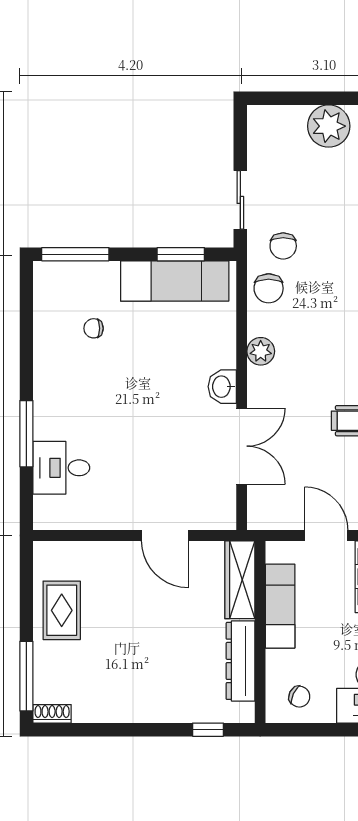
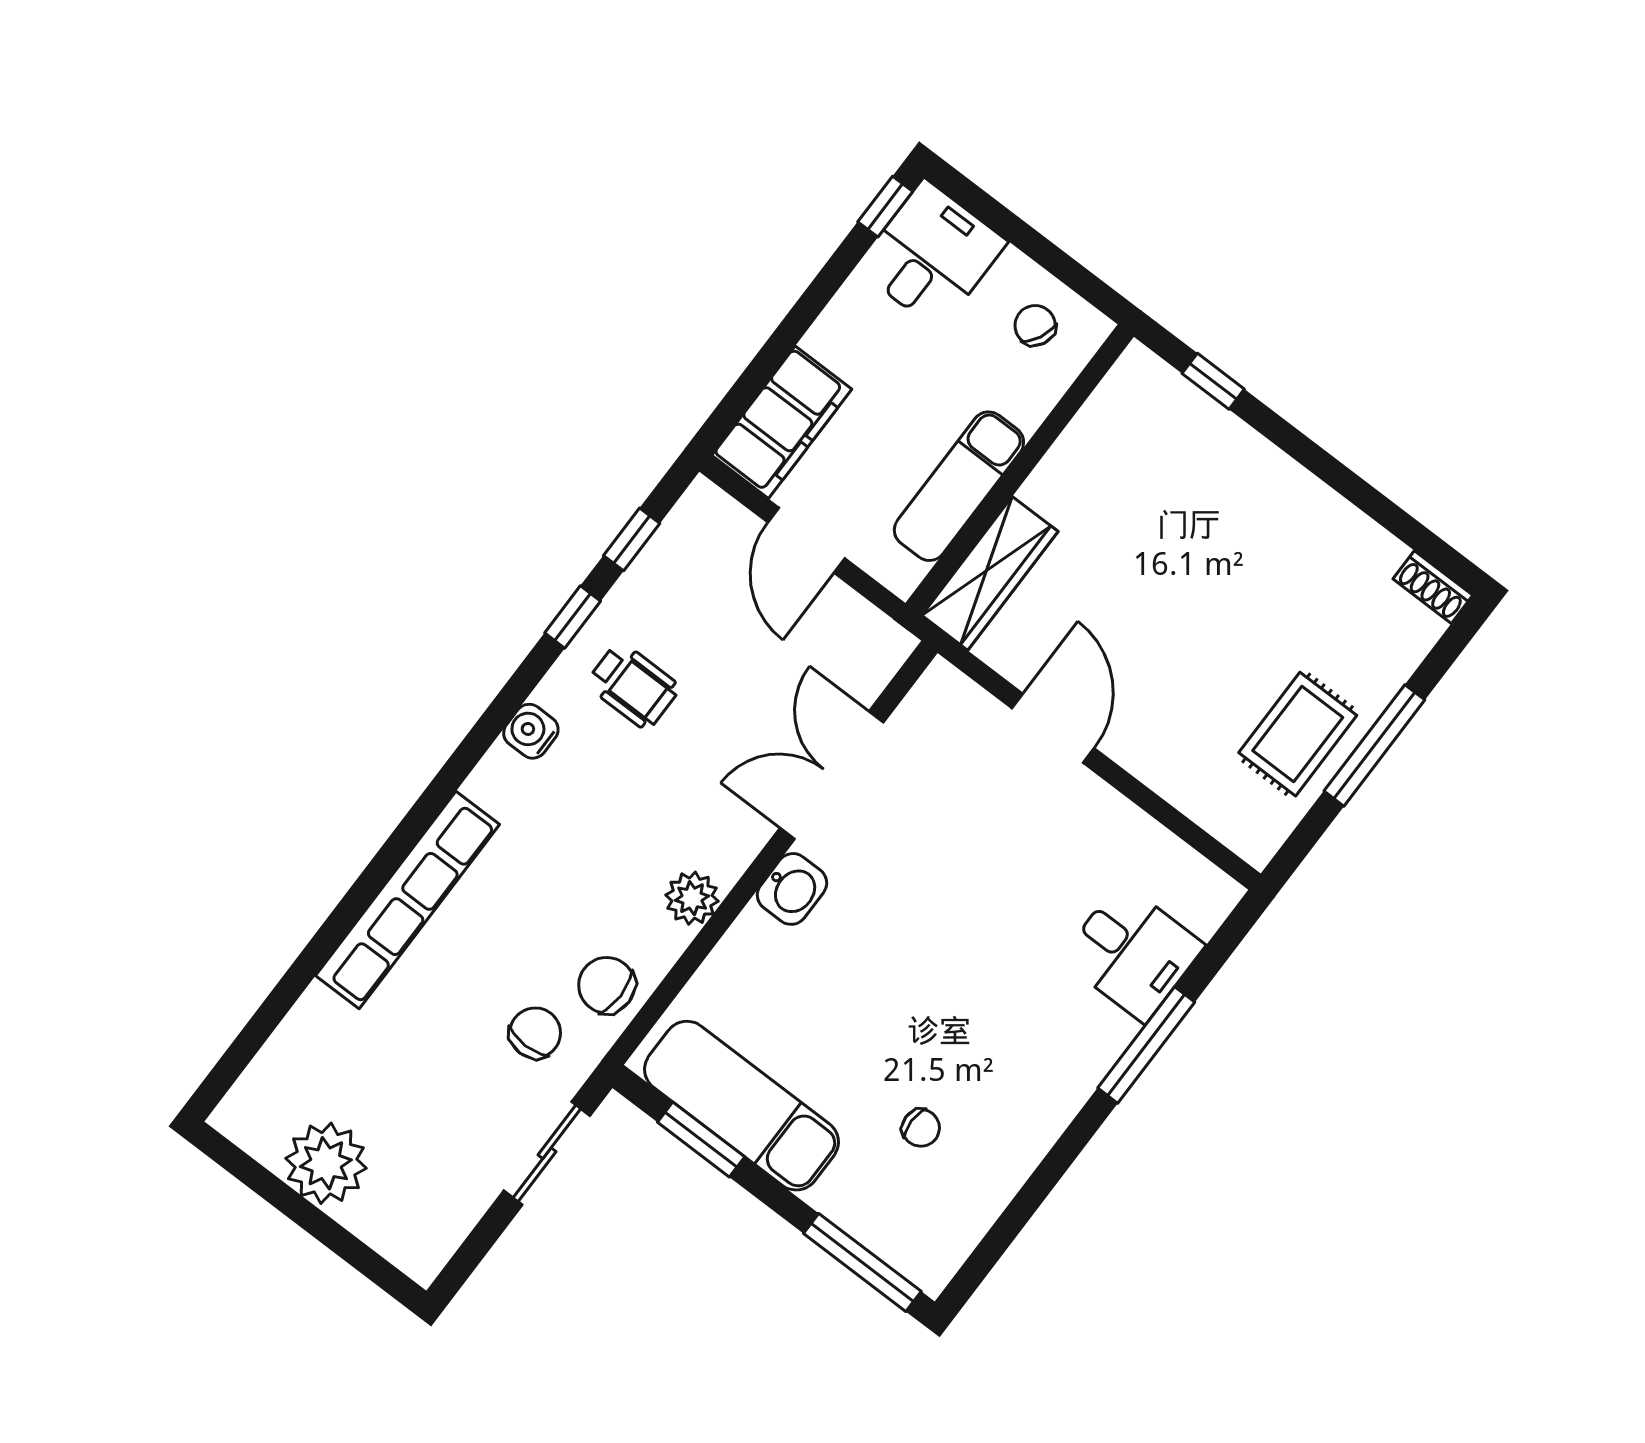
chair: (269, 288) -> (607, 985), turned -90
dresser: (241, 661) -> (1083, 448), removed
window: (26, 676) -> (1374, 745), moved

